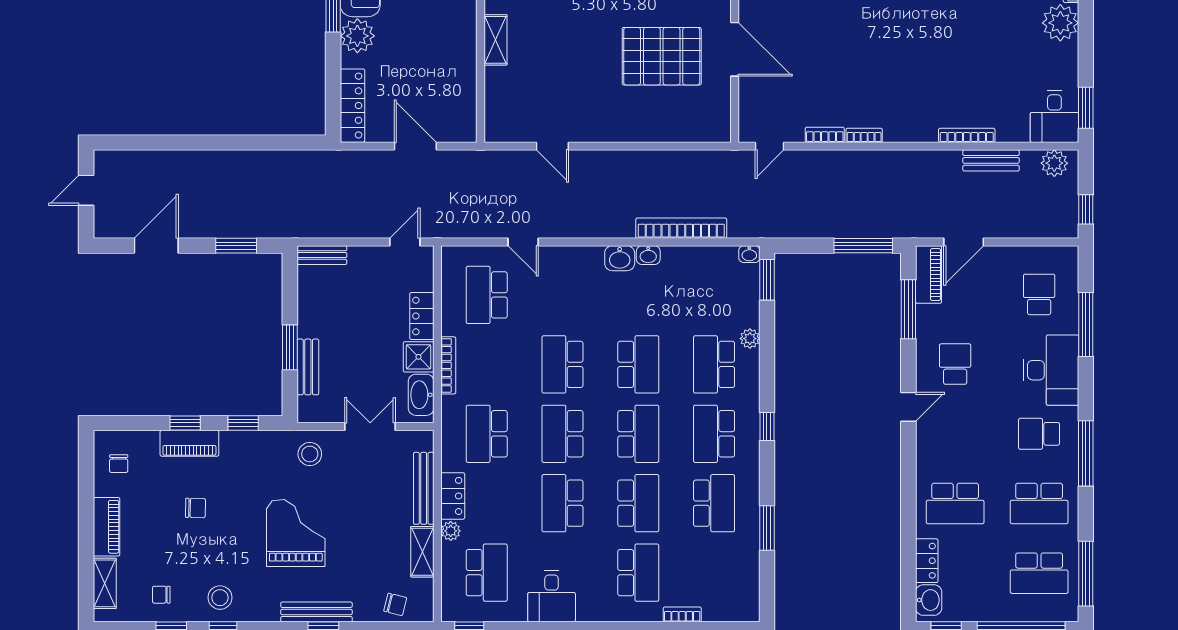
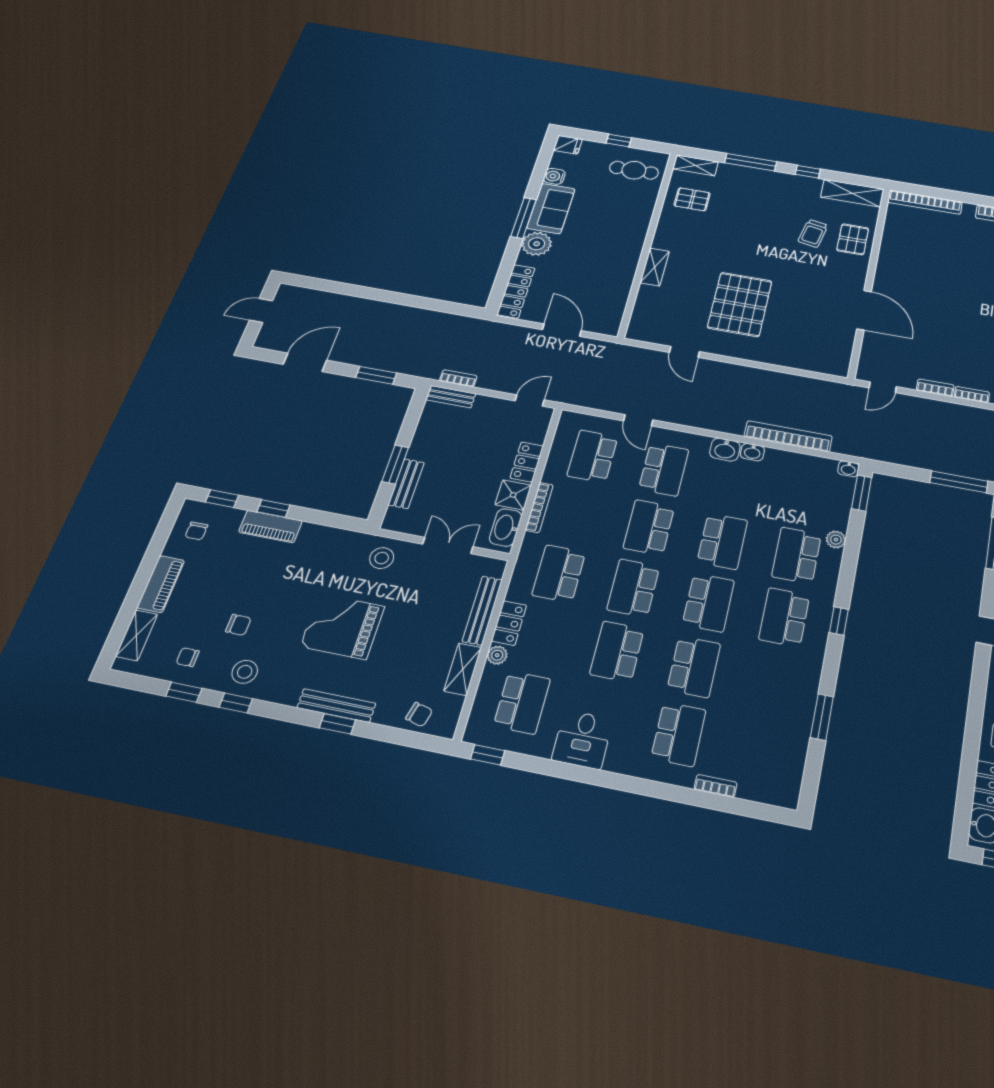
pallet: (662, 56) -> (740, 304), moved, turned 90
bookcase: (323, 231) -> (458, 378), added
window: (243, 423) -> (222, 499), moved
school desk: (714, 503) -> (664, 469), moved
chair: (195, 508) -> (238, 625), moved
grand piano: (296, 533) -> (343, 626), turned -90

